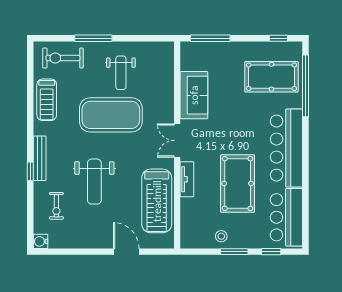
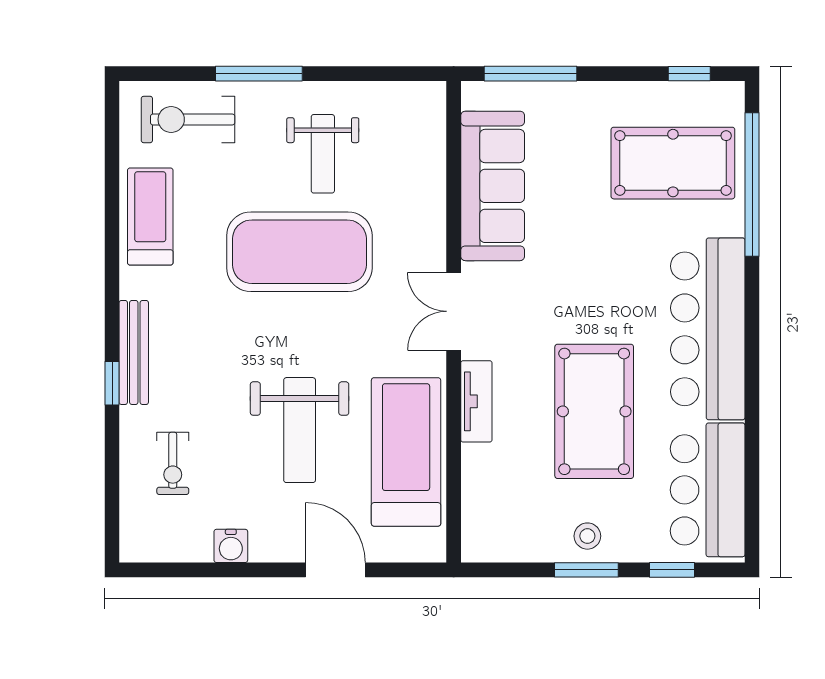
sofa: (194, 95) -> (493, 186), width x1.36
treadmill: (47, 100) -> (150, 216), turned 180
weight bench: (94, 182) -> (300, 430), moved
treadmill: (157, 201) -> (406, 452), turned 180
stool: (221, 236) -> (587, 536), moved
water cooler: (41, 241) -> (231, 546), moved, turned -90

